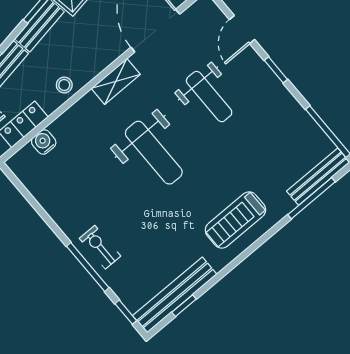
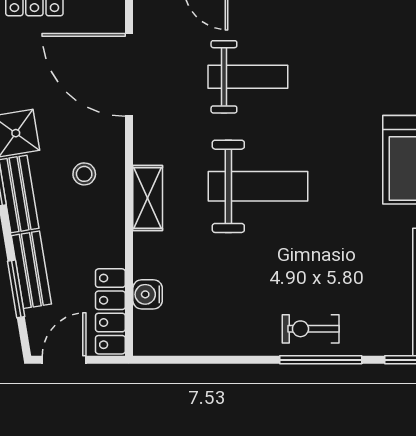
shelving: (116, 81) -> (148, 198), moved
stool: (64, 85) -> (84, 174), moved

